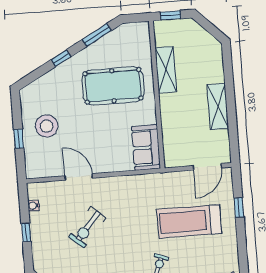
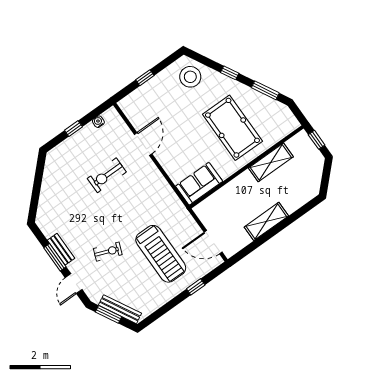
stool: (47, 126) -> (190, 77), moved
treadmill: (189, 221) -> (161, 254), turned 180
exercise bike: (87, 228) -> (107, 175), turned -41

